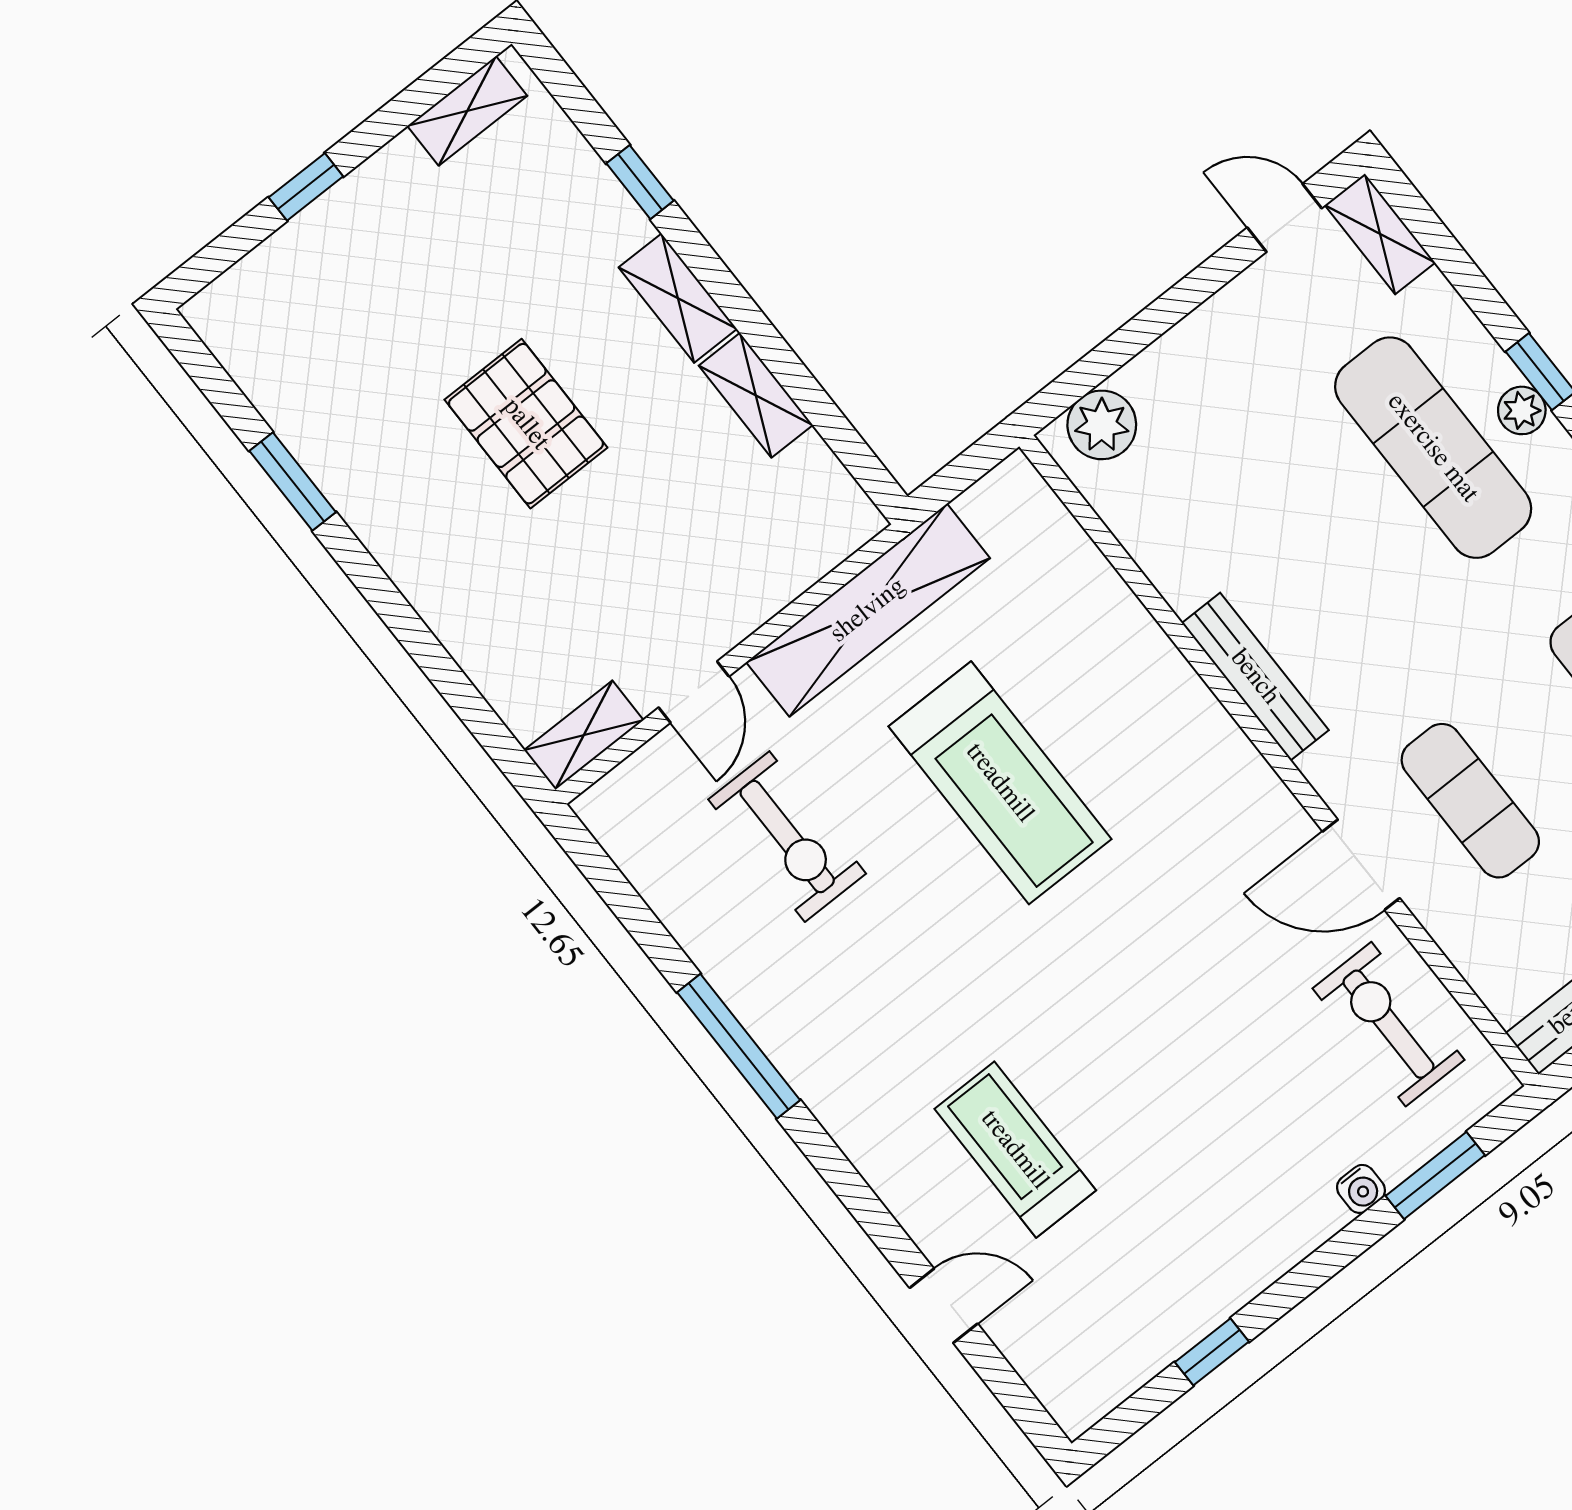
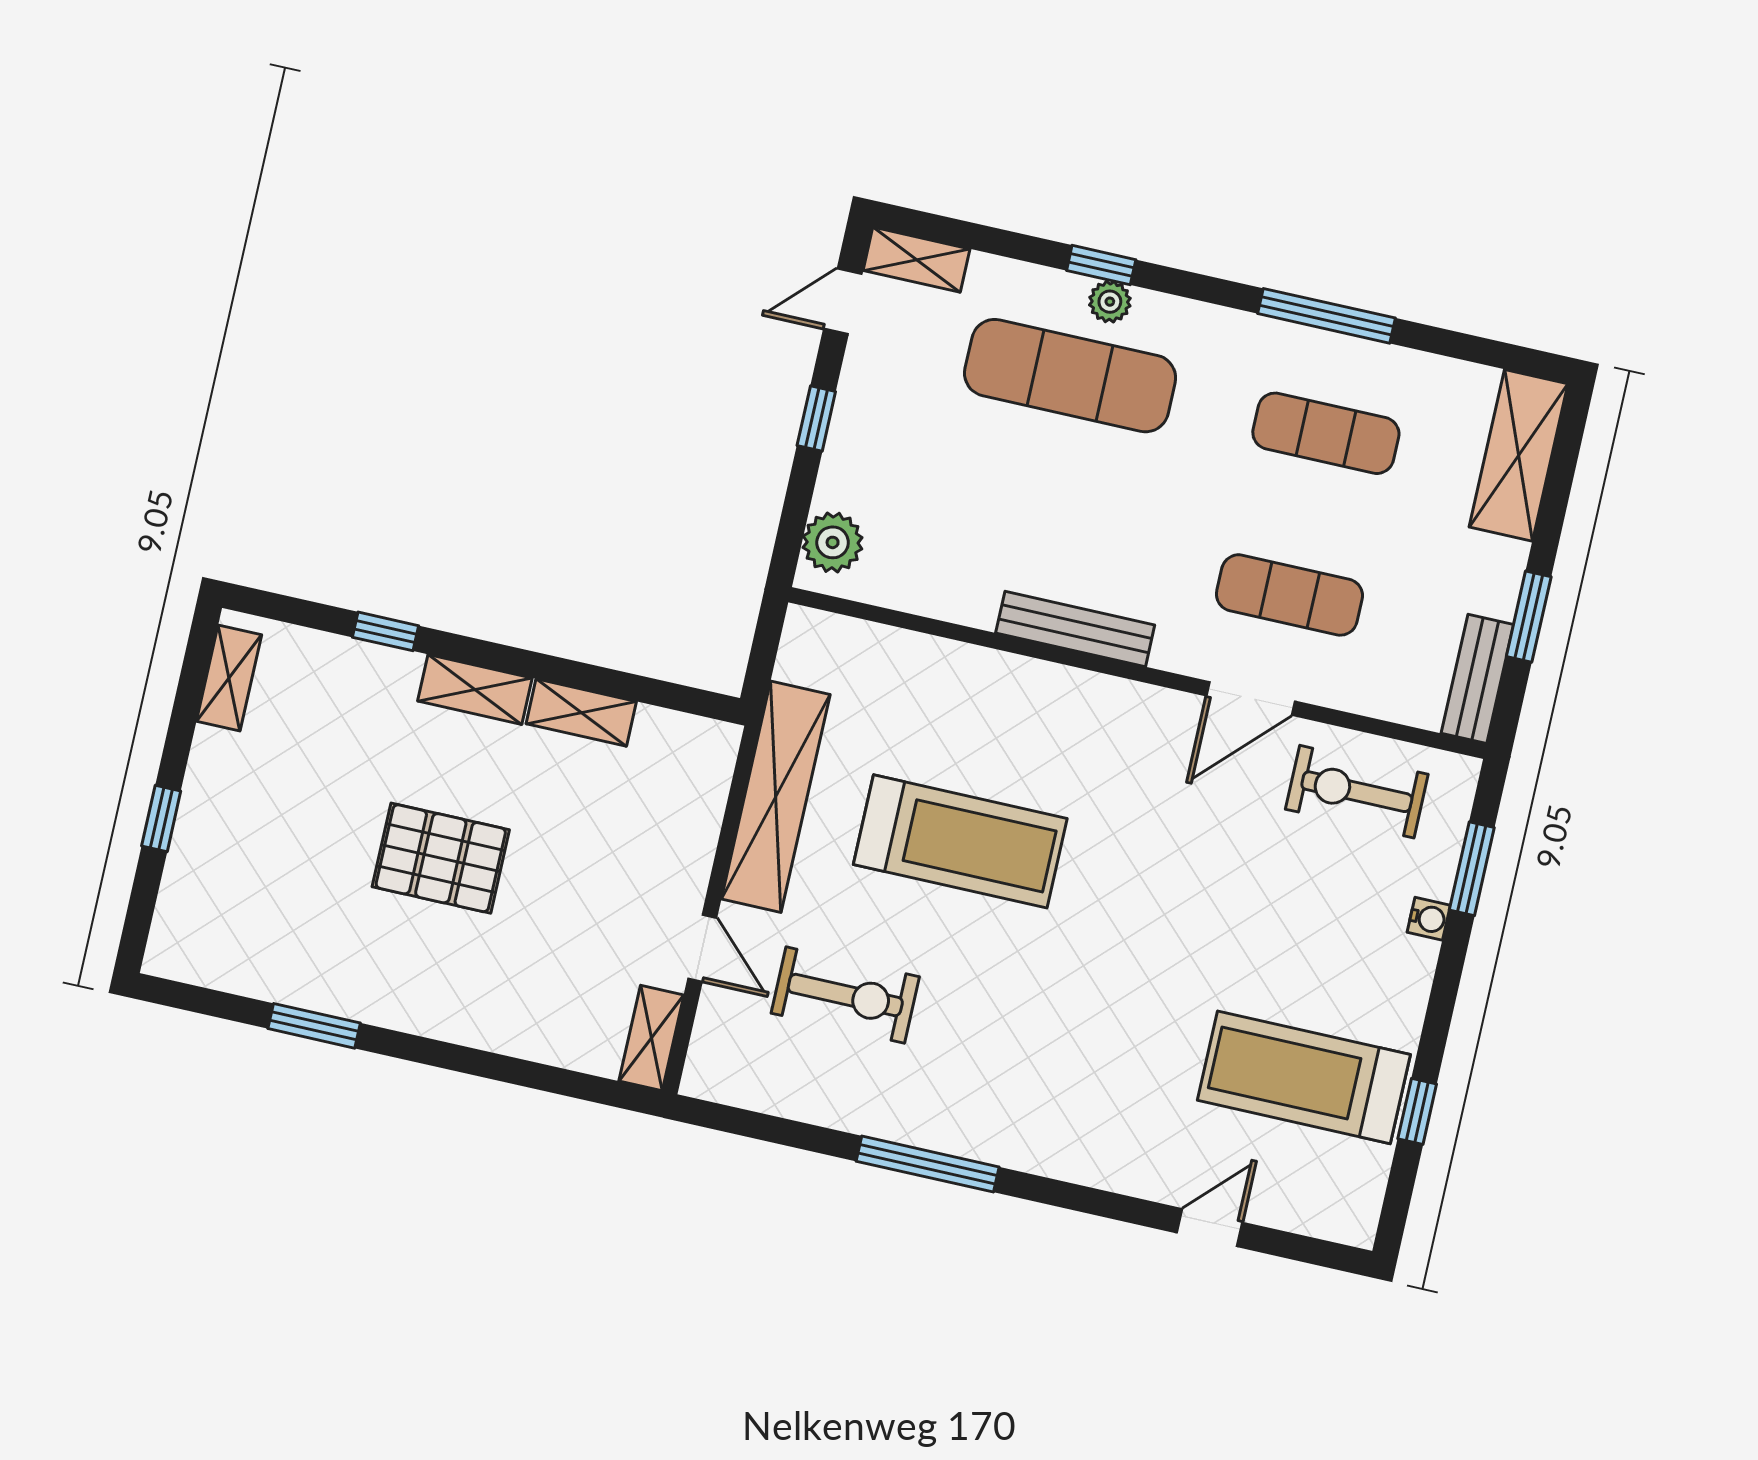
window: (1177, 303) -> (816, 419), added
treadmill: (1015, 1150) -> (1304, 1077), moved, width x1.37, depth x1.38

